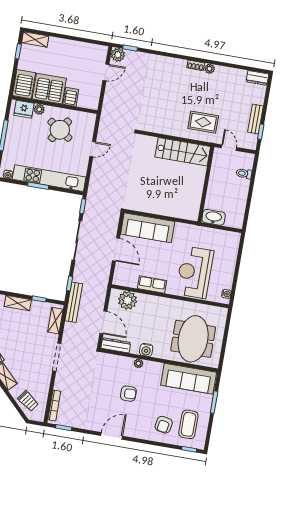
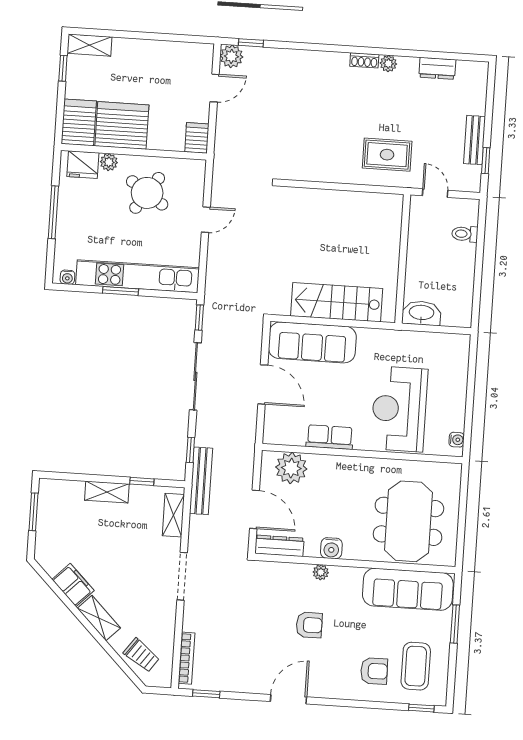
dresser: (257, 78) -> (437, 68), moved
server rack: (71, 97) -> (197, 138), moved
stairs: (183, 152) -> (337, 302), moved, turned 180
armchair: (164, 425) -> (374, 671), turned -101

